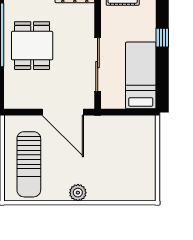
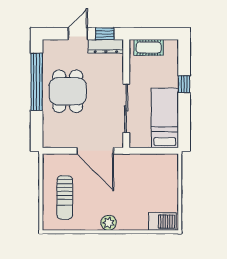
sun lounger: (29, 164) -> (65, 197), width x0.73, depth x0.75
barbecue: (138, 191) -> (162, 221), added

